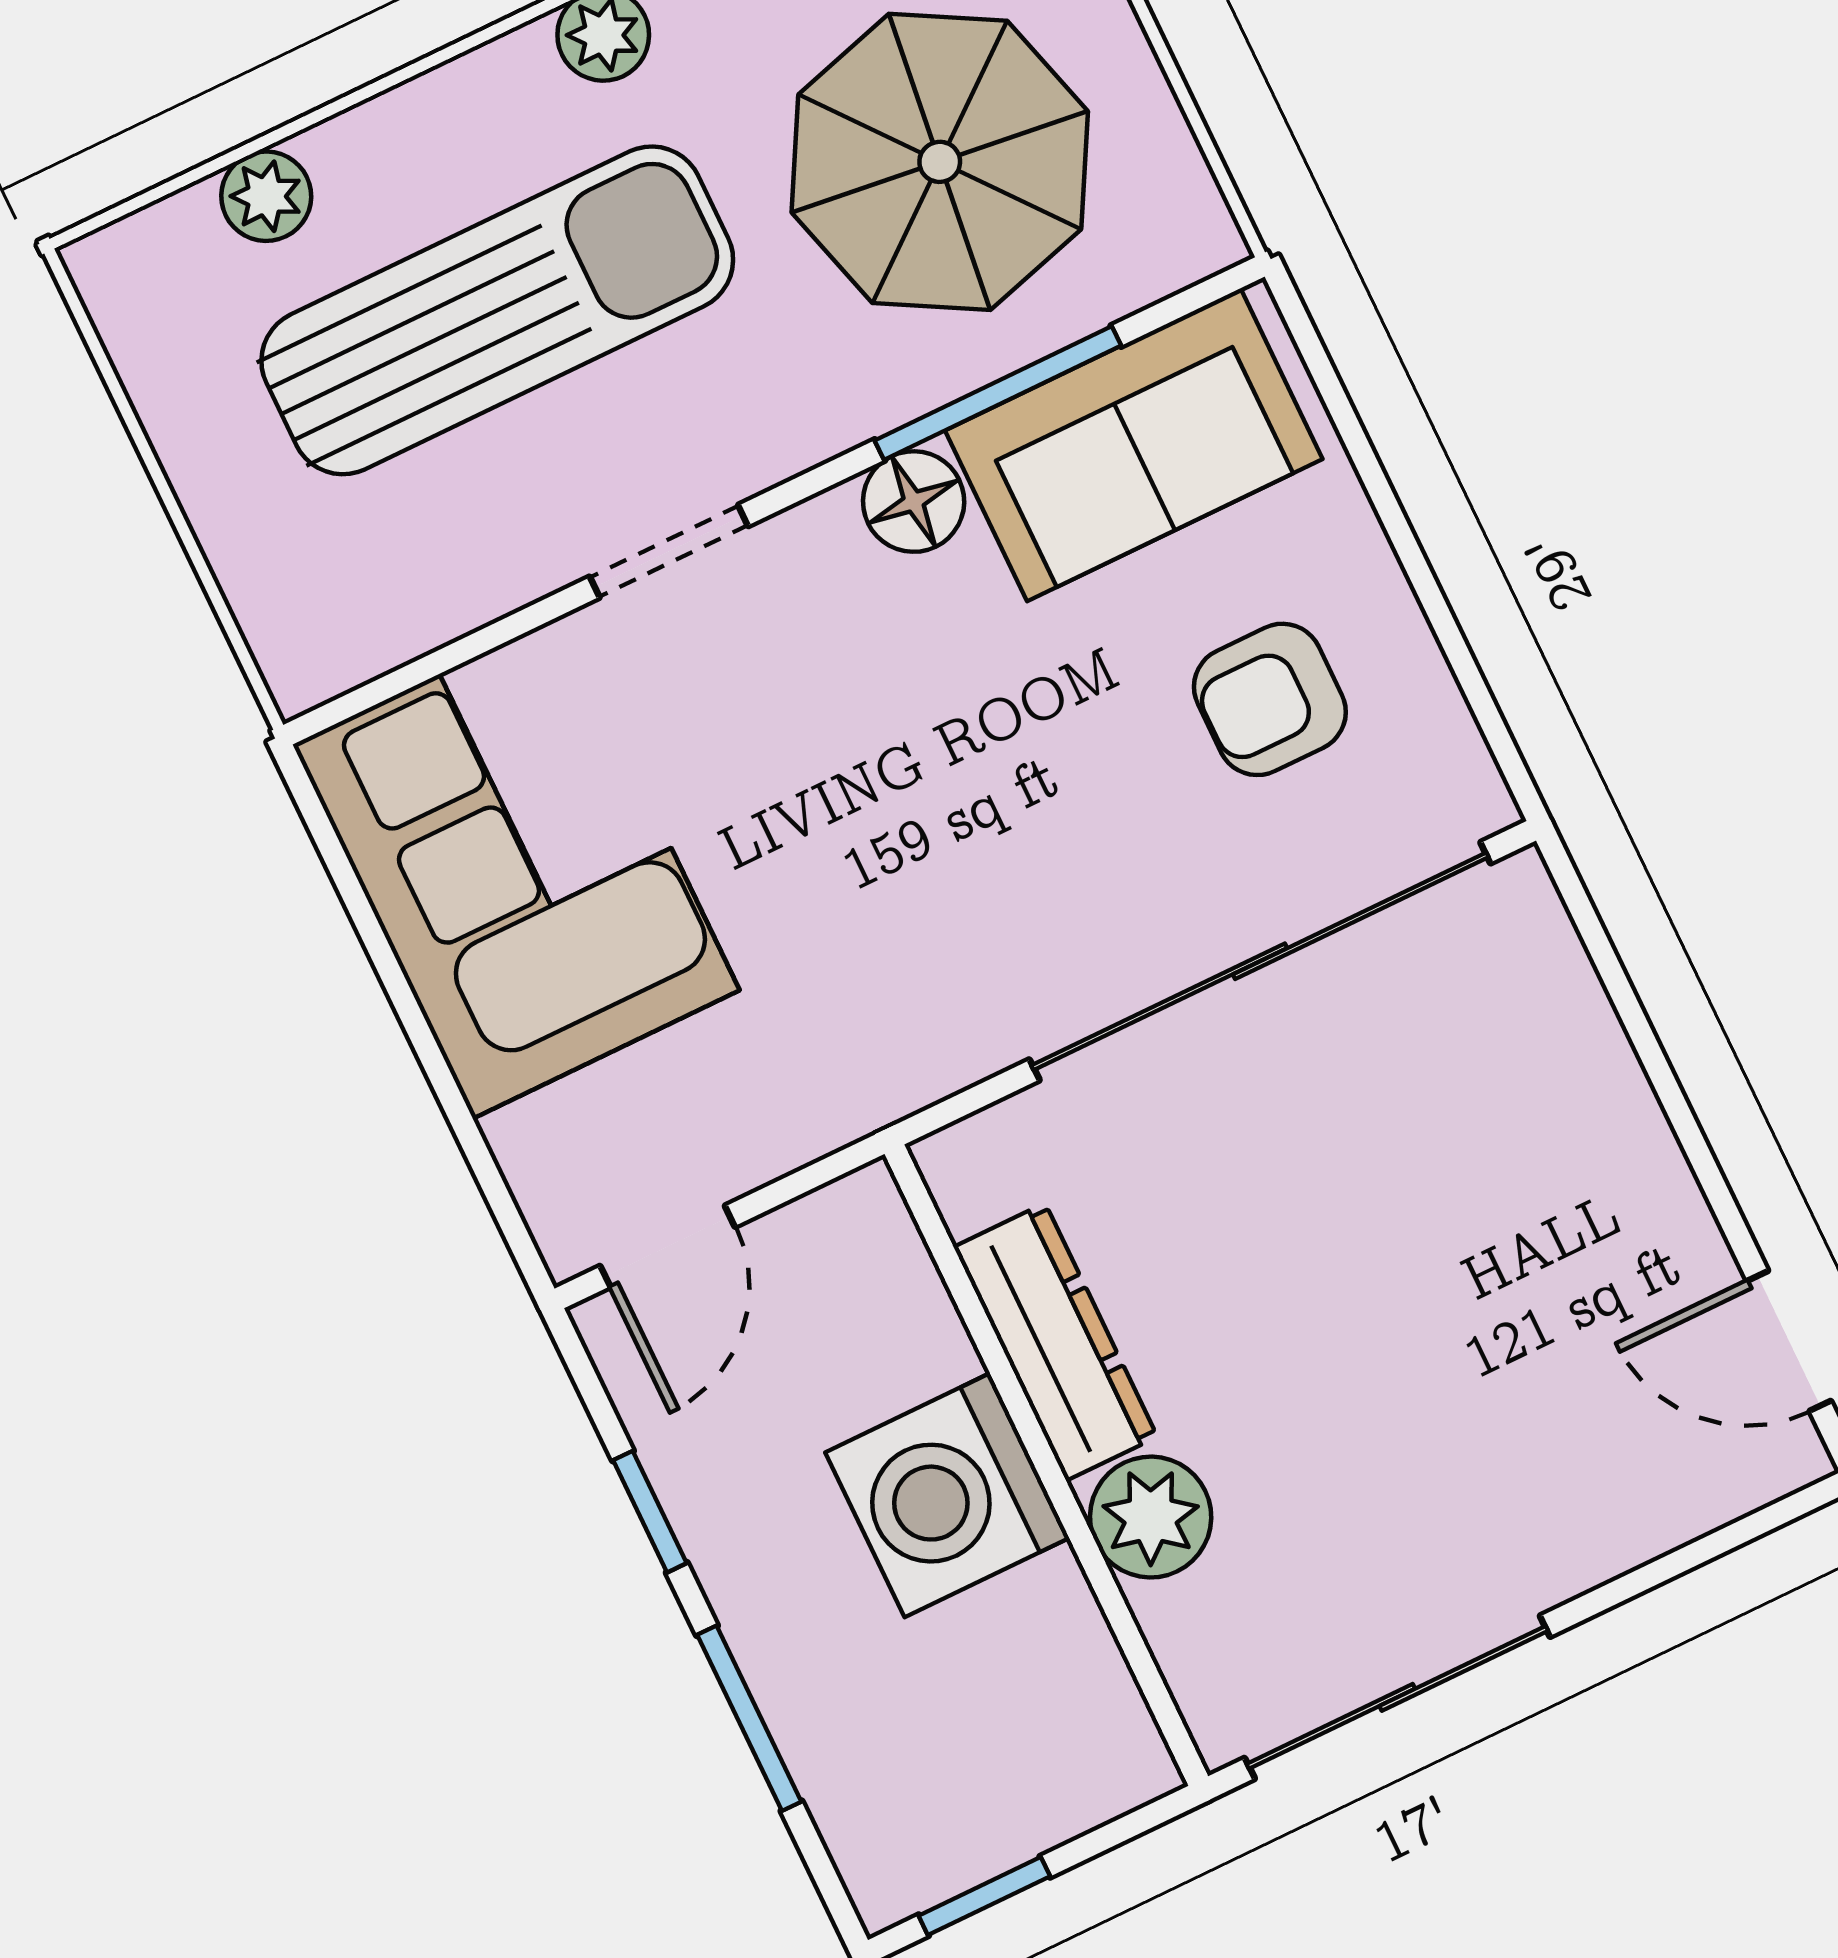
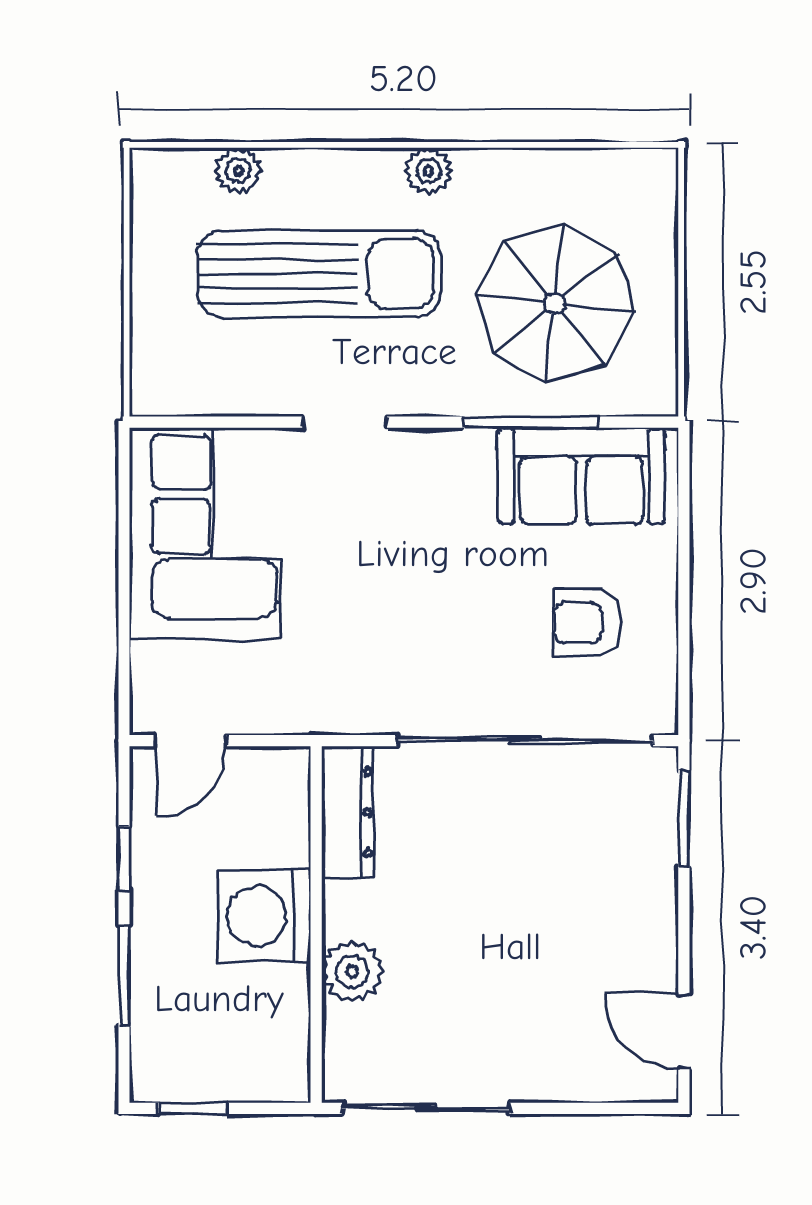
floor lamp: (914, 502) -> (468, 453), removed
window: (1608, 964) -> (684, 819), added
dresser: (1056, 1342) -> (347, 812), moved

